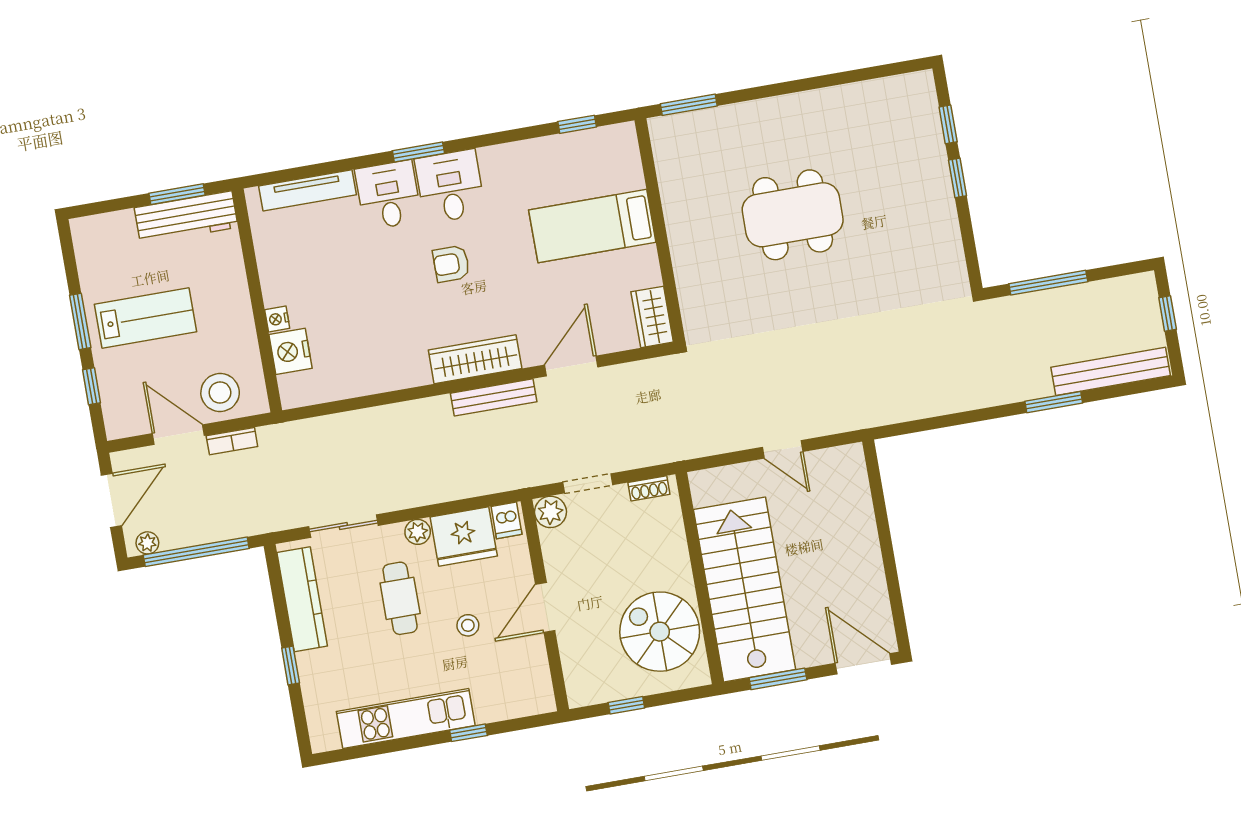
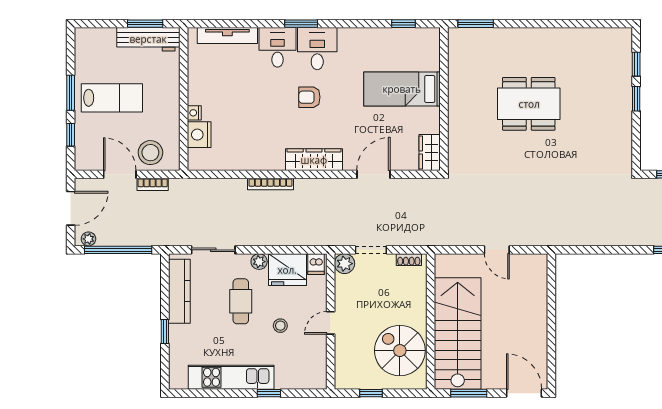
bench: (494, 397) -> (321, 186), removed
bookcase: (414, 409) -> (270, 184), added
door: (545, 608) -> (331, 323), width x0.73

